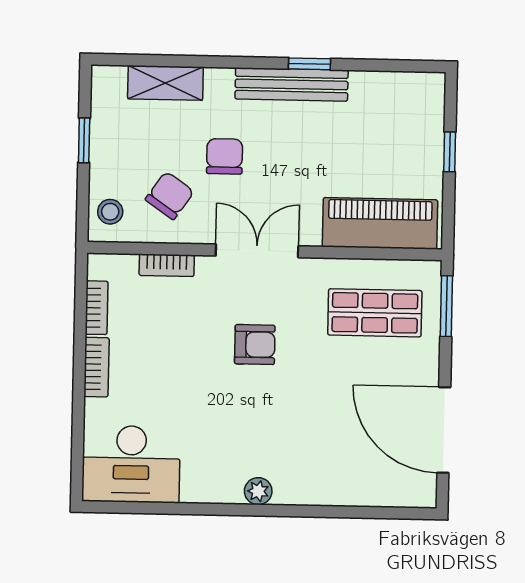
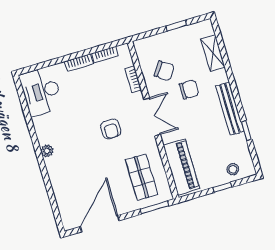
window: (309, 64) -> (246, 131), moved
stool: (110, 212) -> (233, 169), moved

